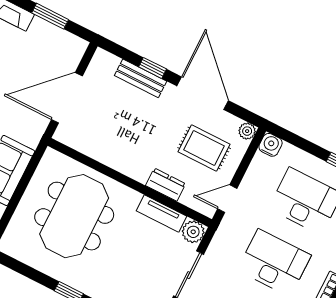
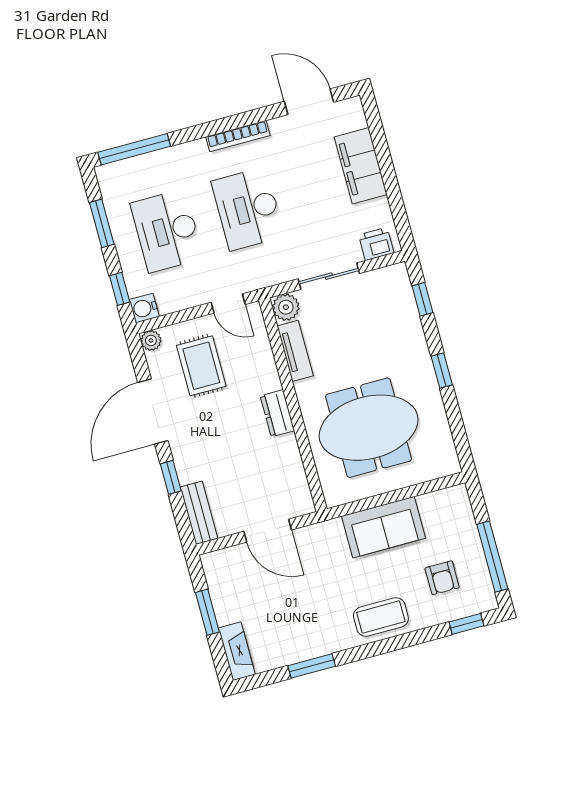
bench: (141, 78) -> (199, 513), moved
door: (67, 98) -> (268, 531), width x0.73
window: (296, 140) -> (120, 289), added
dresser: (166, 185) -> (277, 413), moved

